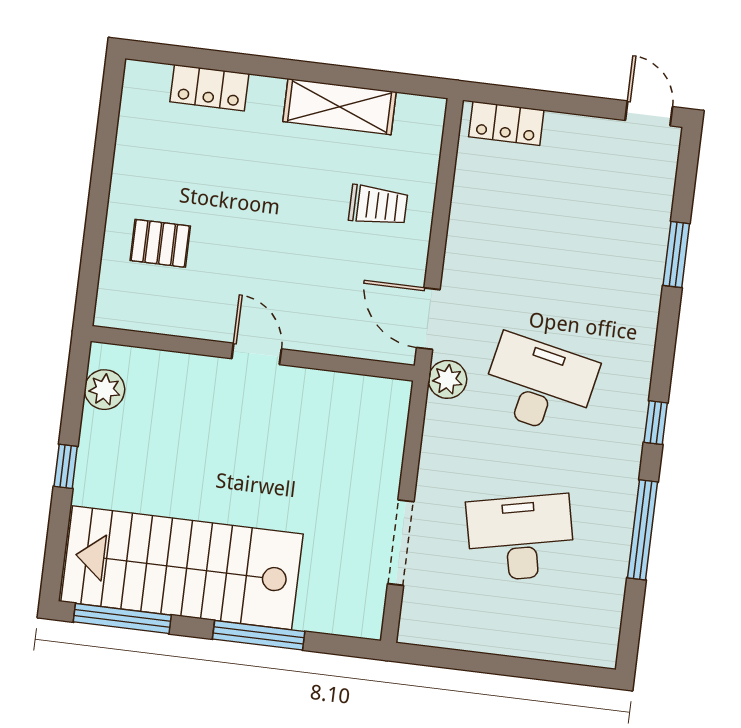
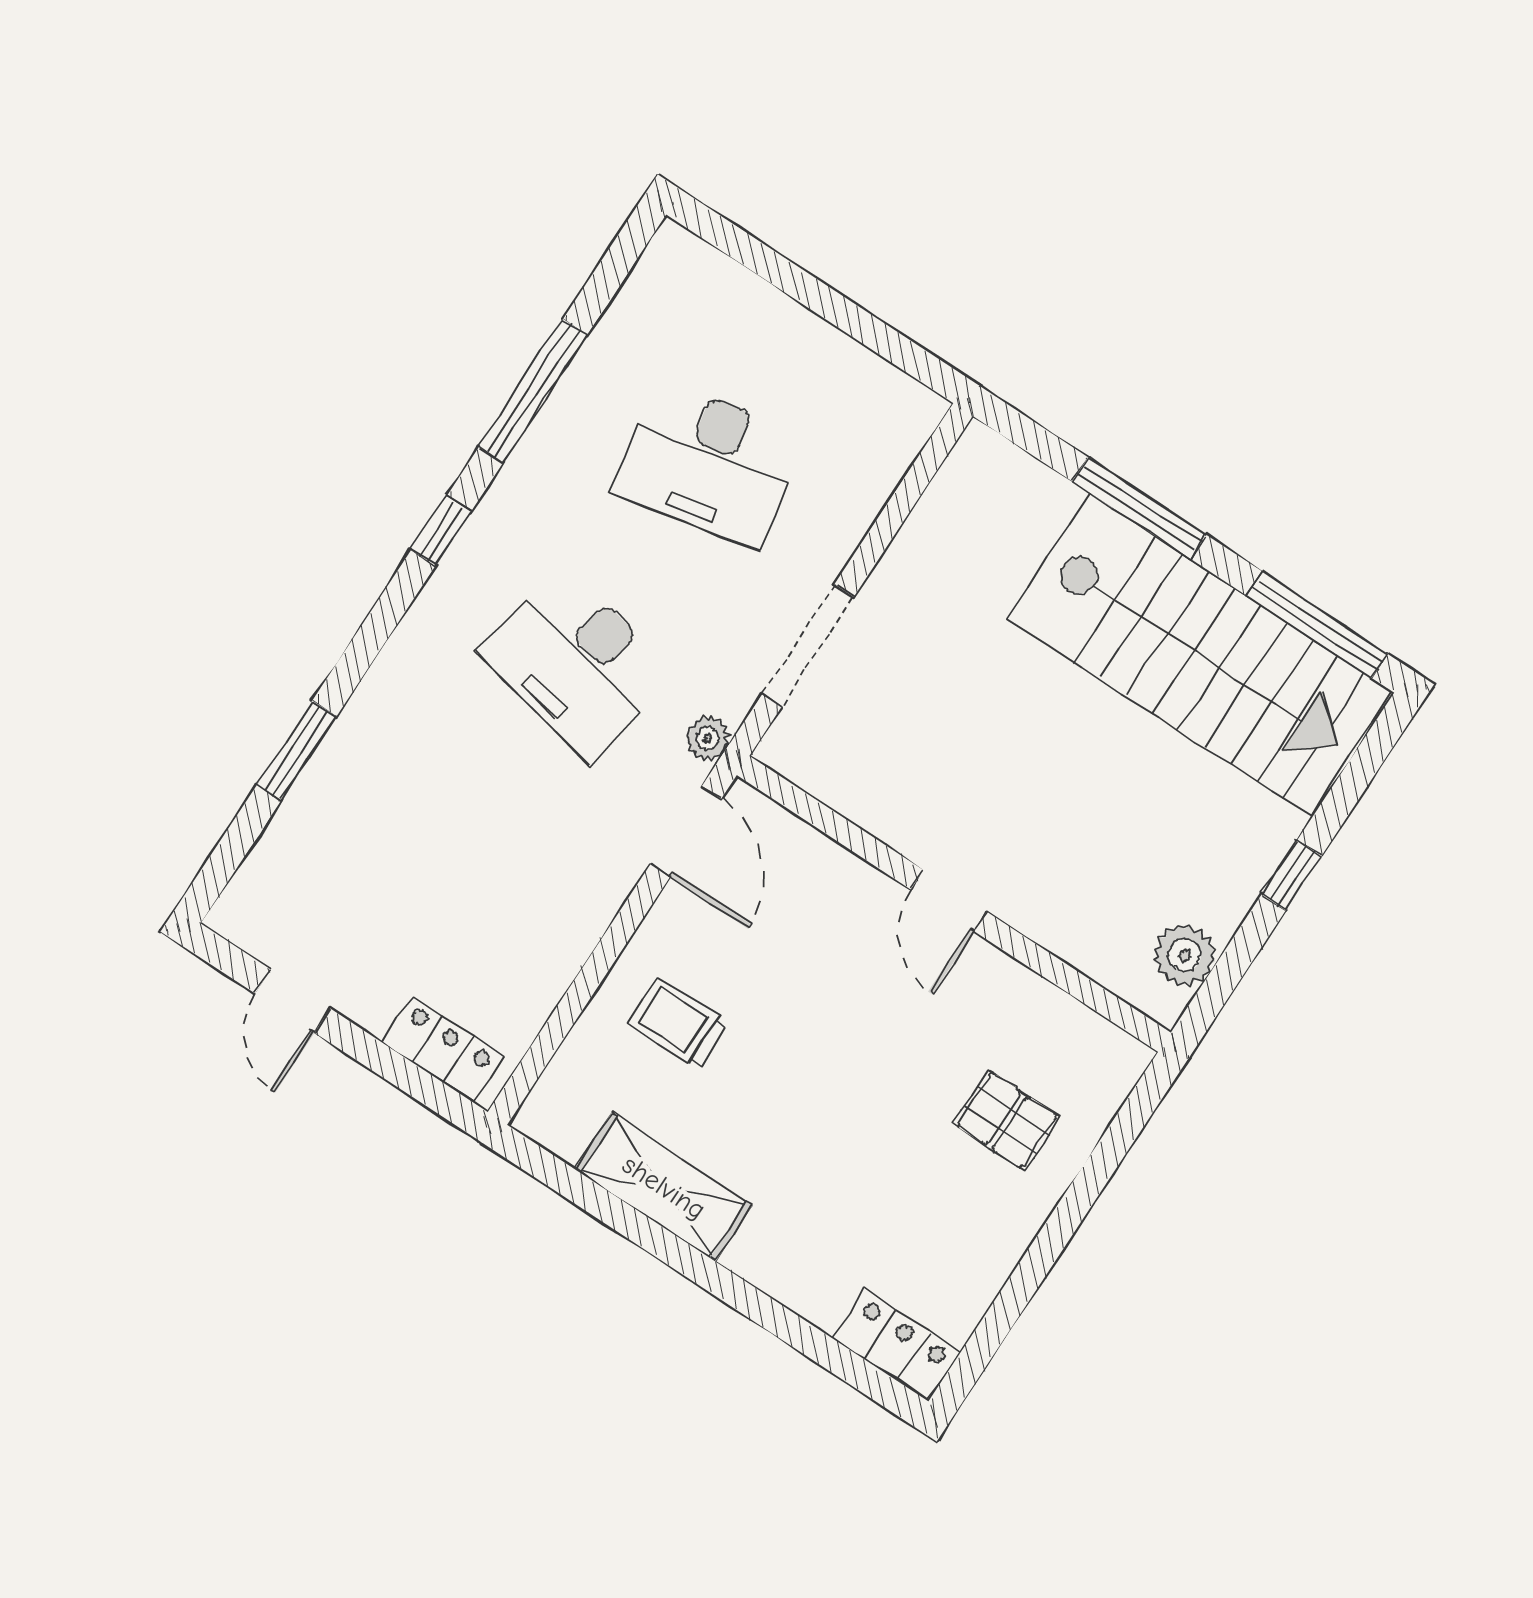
locker: (209, 88) -> (896, 1345), moved
door: (649, 113) -> (293, 1001), moved
plant: (447, 379) -> (708, 738), width x0.73, depth x0.73
doorway: (401, 543) -> (808, 646), moved

